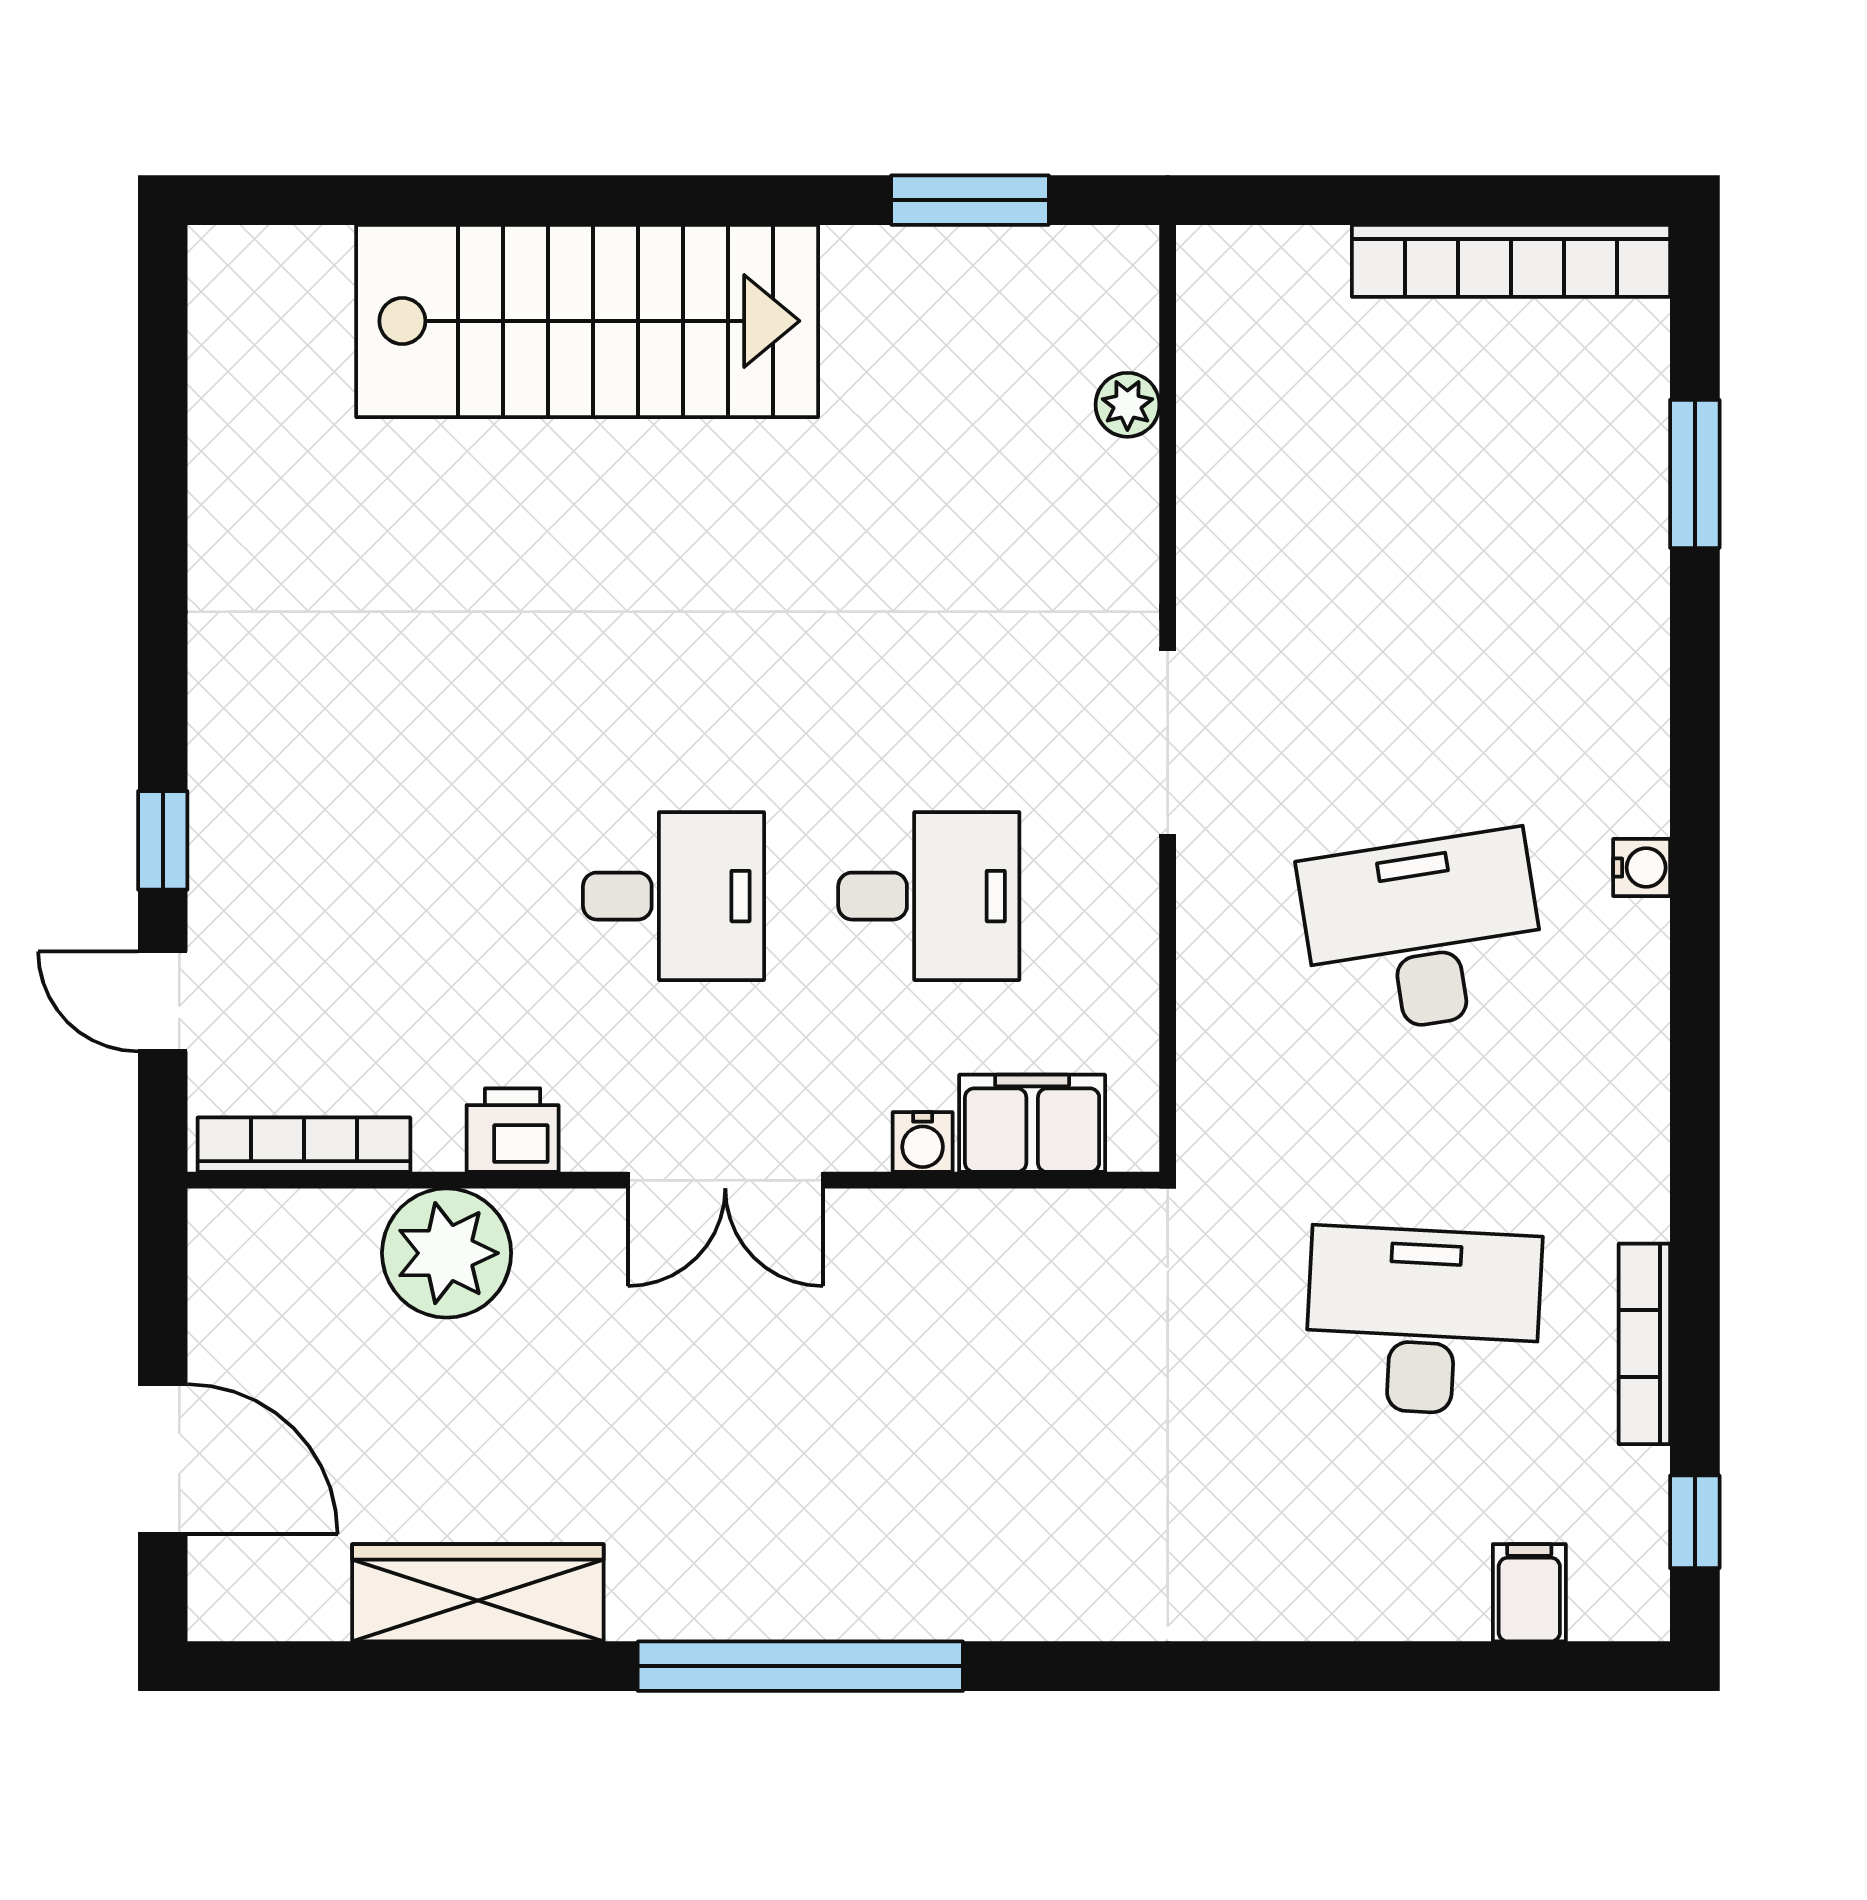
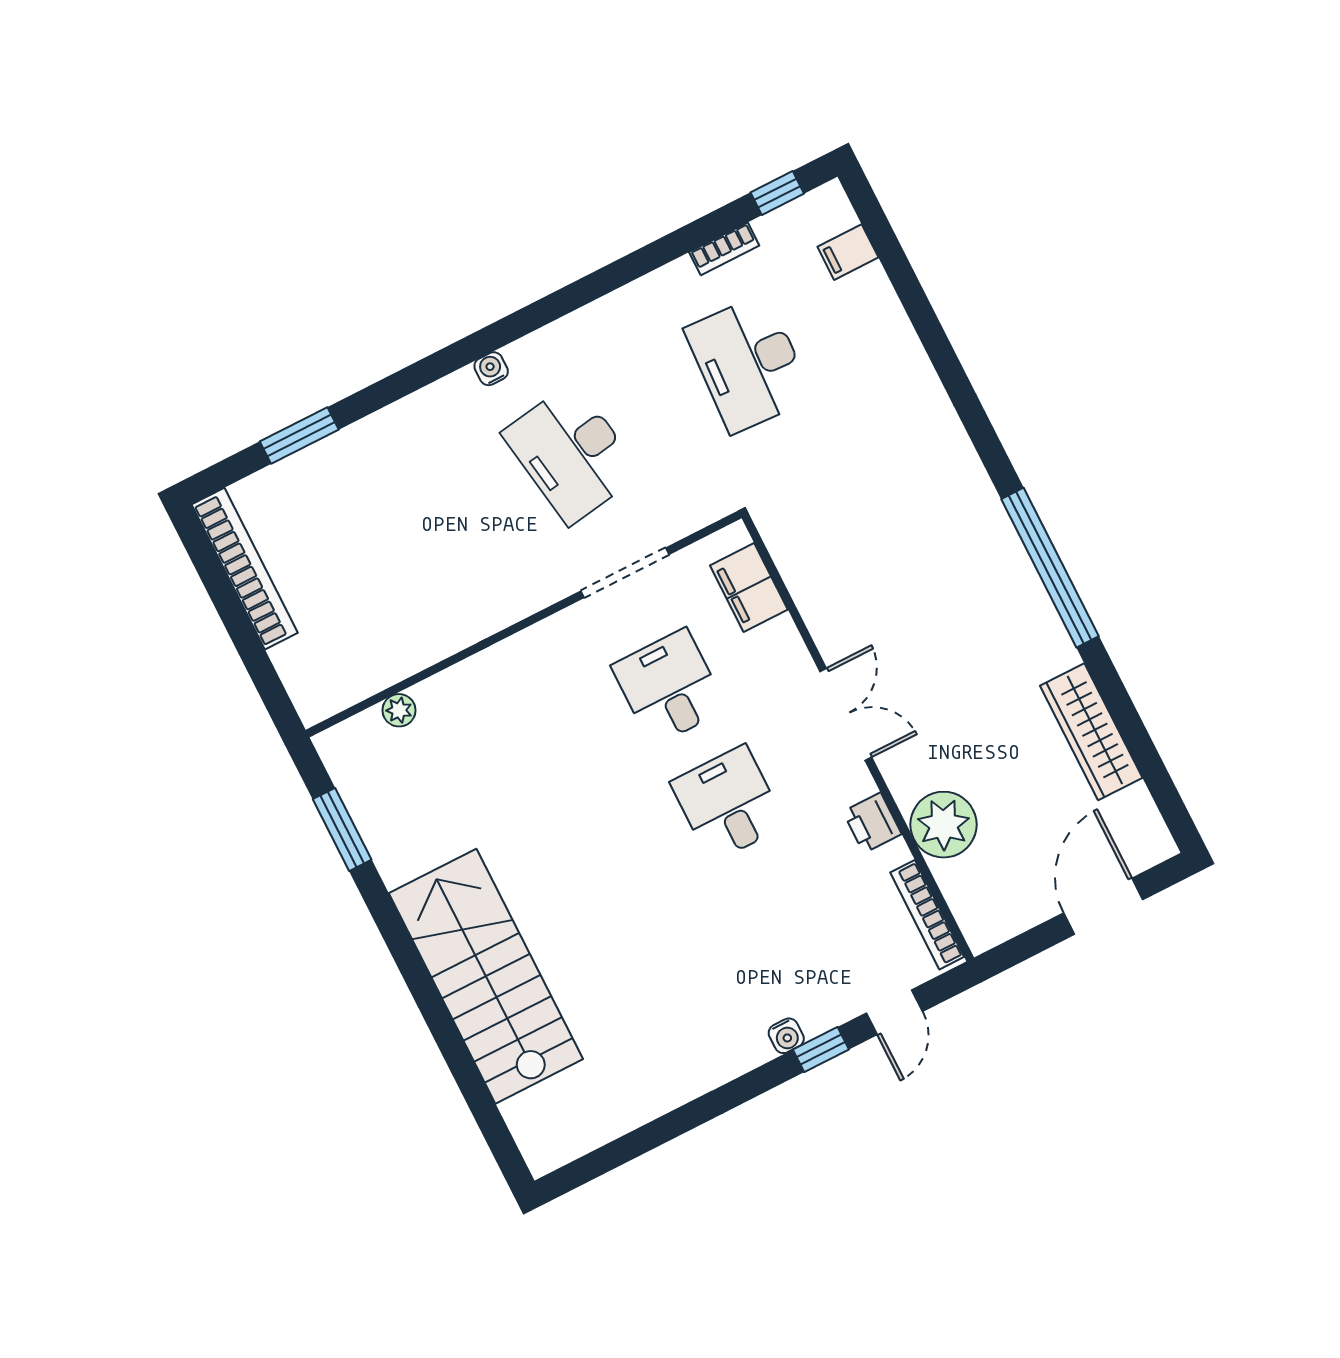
doorway: (1168, 742) -> (625, 573), moved
water cooler: (923, 1142) -> (786, 1036), moved, turned 90
bookcase: (1644, 1344) -> (724, 249), width x0.64

